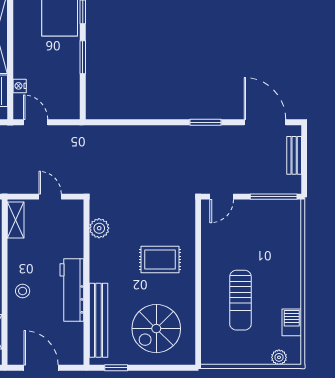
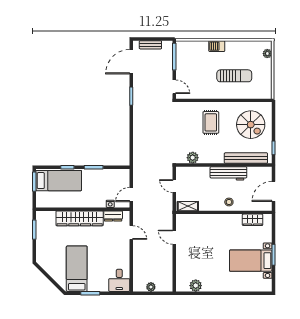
door: (50, 197) -> (174, 186), hinge flipped
barbecue: (292, 322) -> (217, 46), moved

